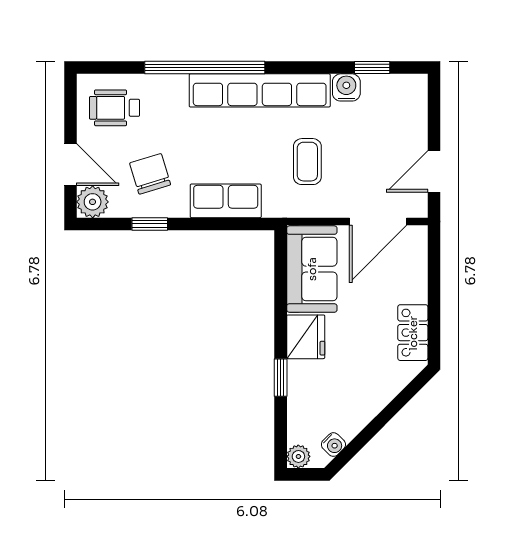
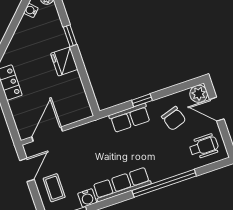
row of seats: (260, 90) -> (122, 184), width x0.73
coffee table: (307, 162) -> (54, 188), moved
window: (150, 224) -> (142, 100), moved
sofa: (312, 269) -> (73, 98), removed

